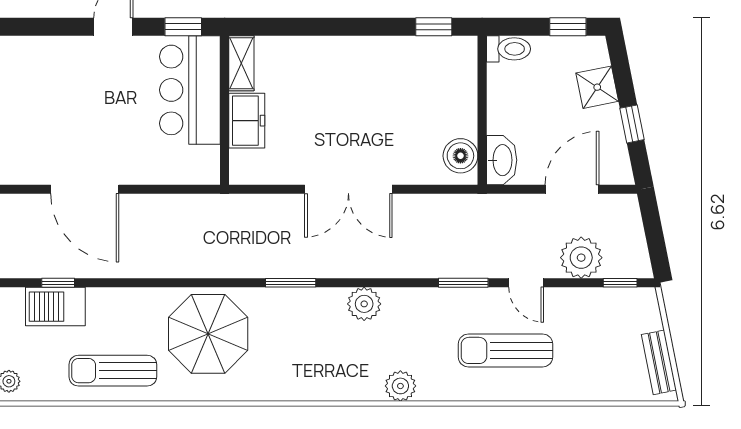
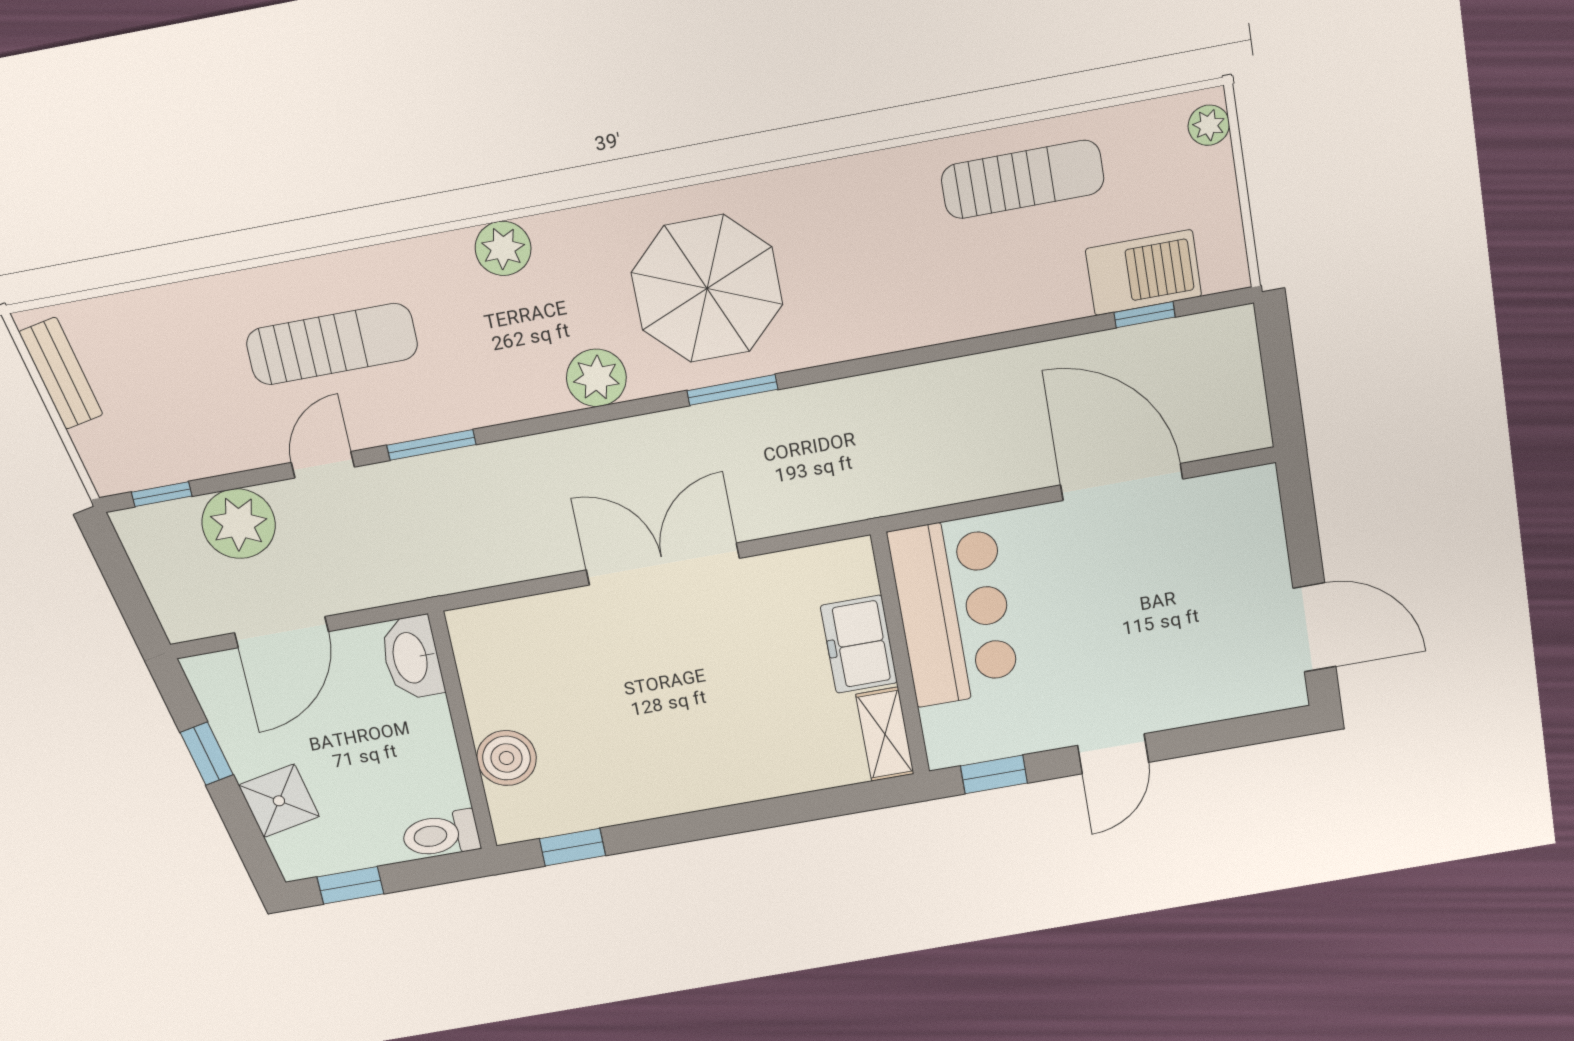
bar counter: (190, 90) -> (954, 611), moved
boiler: (460, 156) -> (507, 758), moved
door: (526, 283) -> (323, 465), hinge flipped
parasol: (208, 334) -> (707, 289), moved

